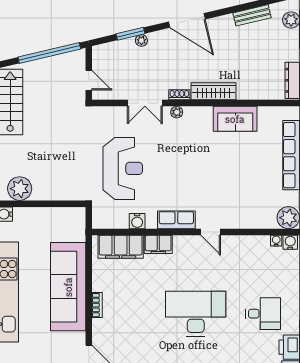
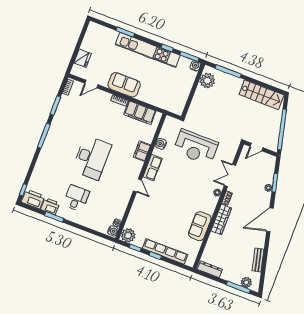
door: (211, 232) -> (137, 185), swing flipped
filing cabinet: (121, 247) -> (140, 113), moved, turned -90
sofa: (68, 287) -> (124, 85), width x0.54, depth x0.79
desk: (263, 314) -> (76, 198), turned 180

